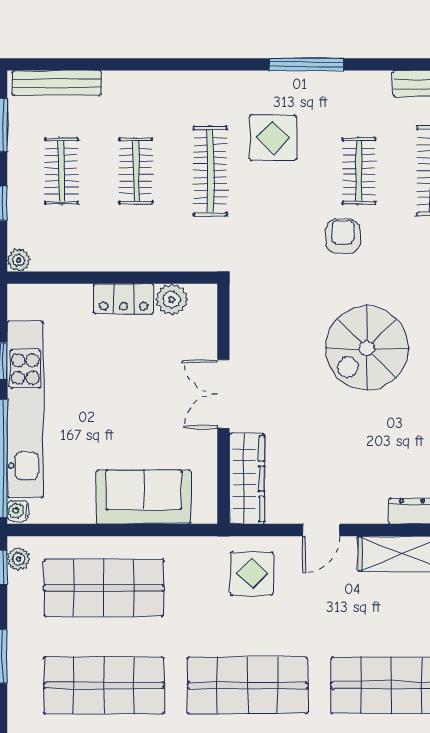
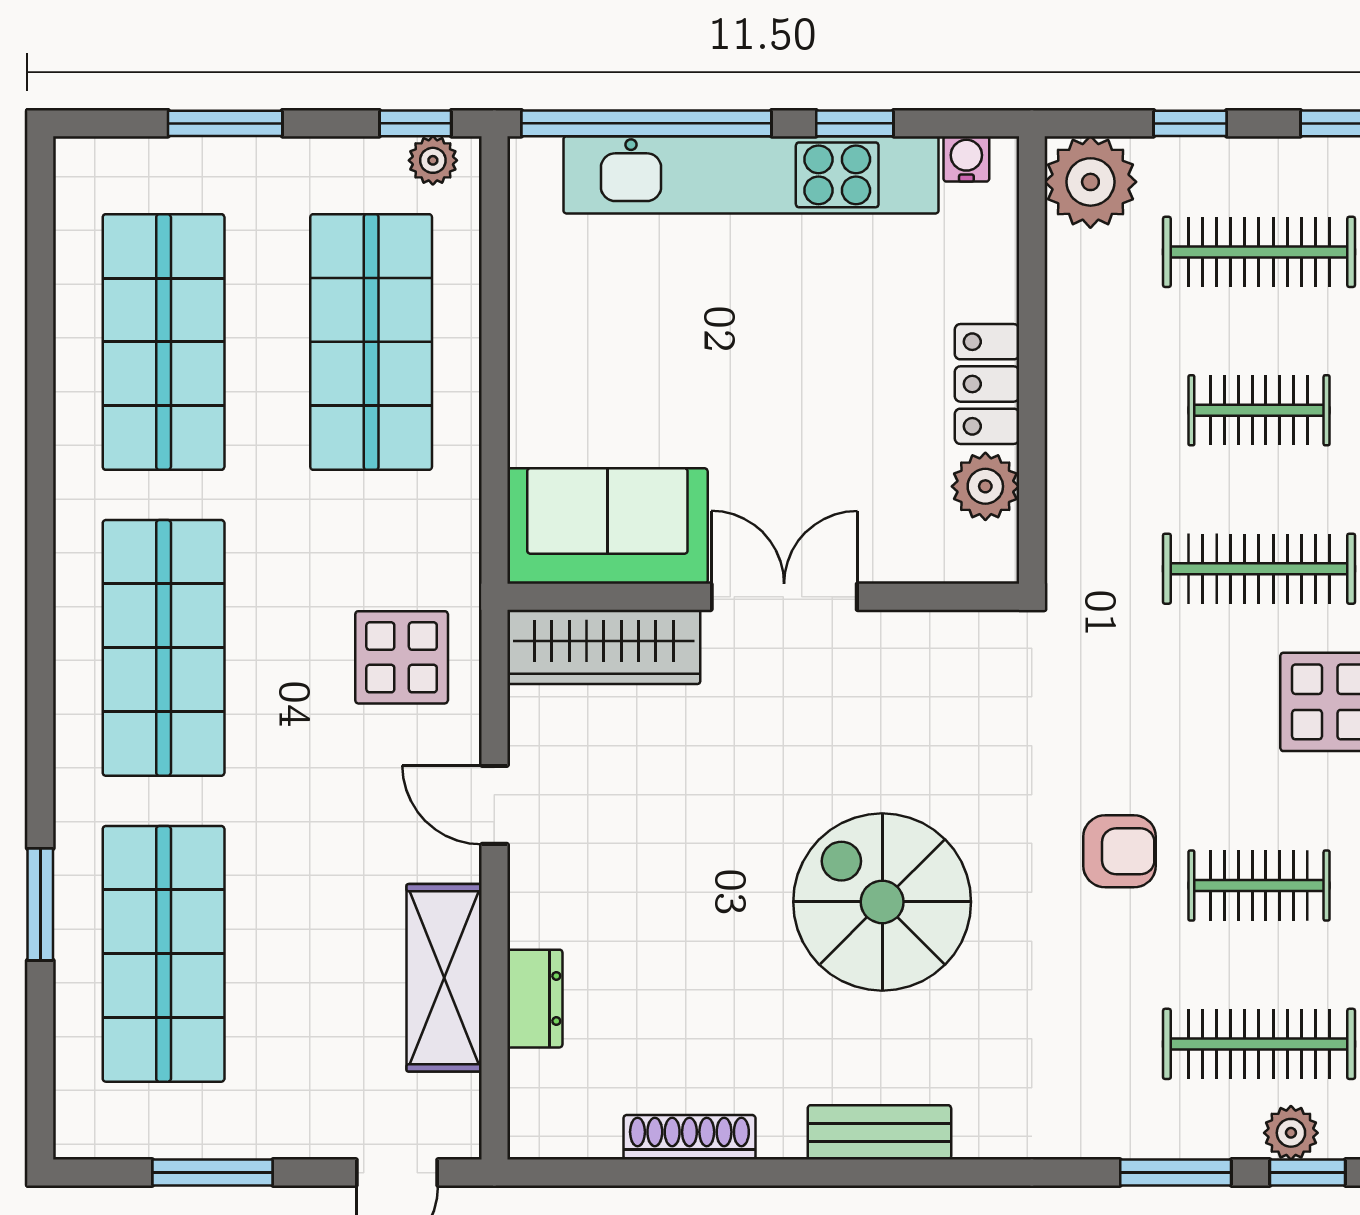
clothes rail: (62, 171) -> (1259, 252), width x1.36
plant: (19, 260) -> (1090, 182), width x1.87, depth x1.87
sofa: (144, 497) -> (607, 526), moved, turned -90
water cooler: (18, 511) -> (966, 159), moved

